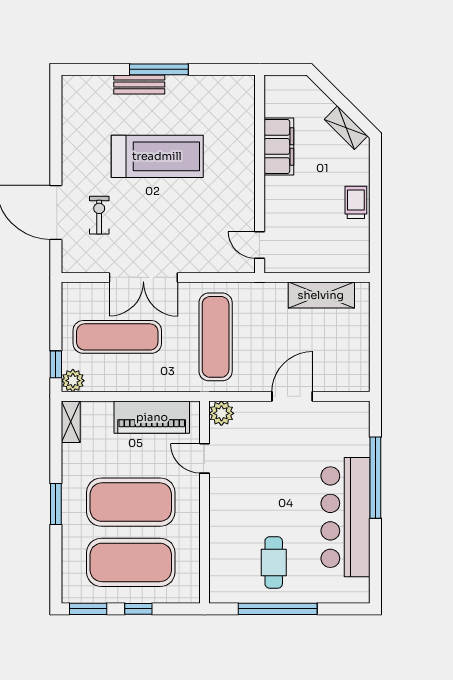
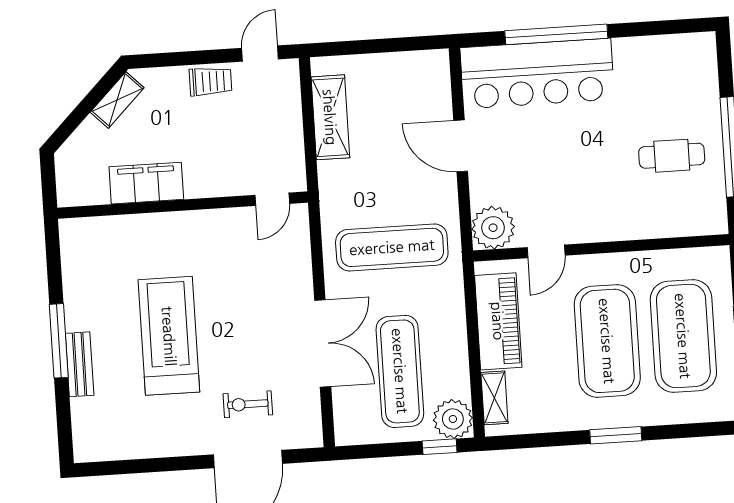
trolley: (356, 202) -> (211, 81), turned 180
door: (375, 243) -> (260, 54), added
plant: (73, 381) -> (453, 419), width x1.36, depth x1.36
plant: (221, 413) -> (493, 228), width x1.36, depth x1.36
shelving: (71, 422) -> (494, 398), moved, turned 90
bar counter: (345, 517) -> (537, 73), moved

